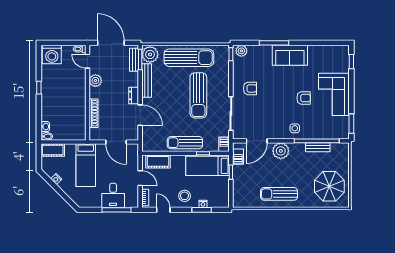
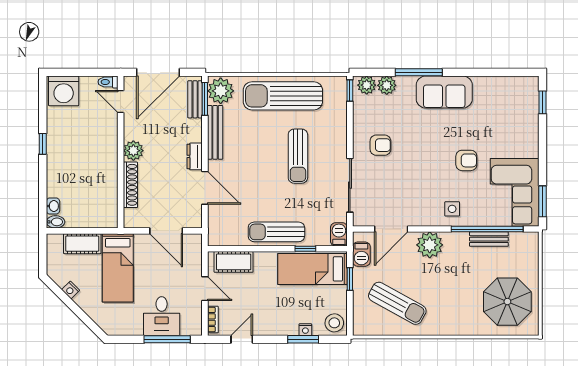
door: (111, 43) -> (158, 72), swing flipped
plant: (254, 51) -> (387, 85), added
sun lounger: (189, 58) -> (283, 96), turned 180
plant: (95, 81) -> (133, 151), moved
corner sofa: (334, 94) -> (515, 192), moved
sun lounger: (198, 95) -> (298, 156), width x0.73, depth x0.75
cot: (53, 150) -> (82, 244), moved
sun lounger: (279, 194) -> (397, 303), moved, turned -151
stool: (185, 196) -> (334, 323), moved
door: (163, 210) -> (242, 339), hinge flipped

